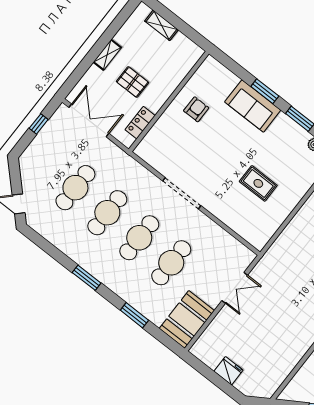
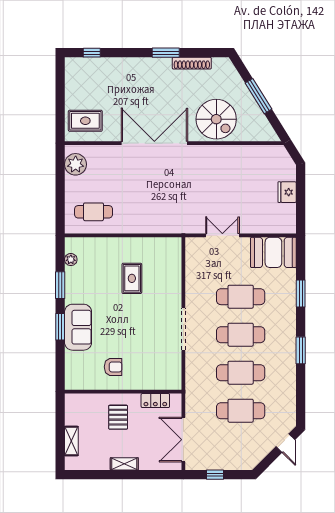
pallet: (132, 82) -> (118, 417), moved
armchair: (196, 109) -> (113, 367), turned 180

